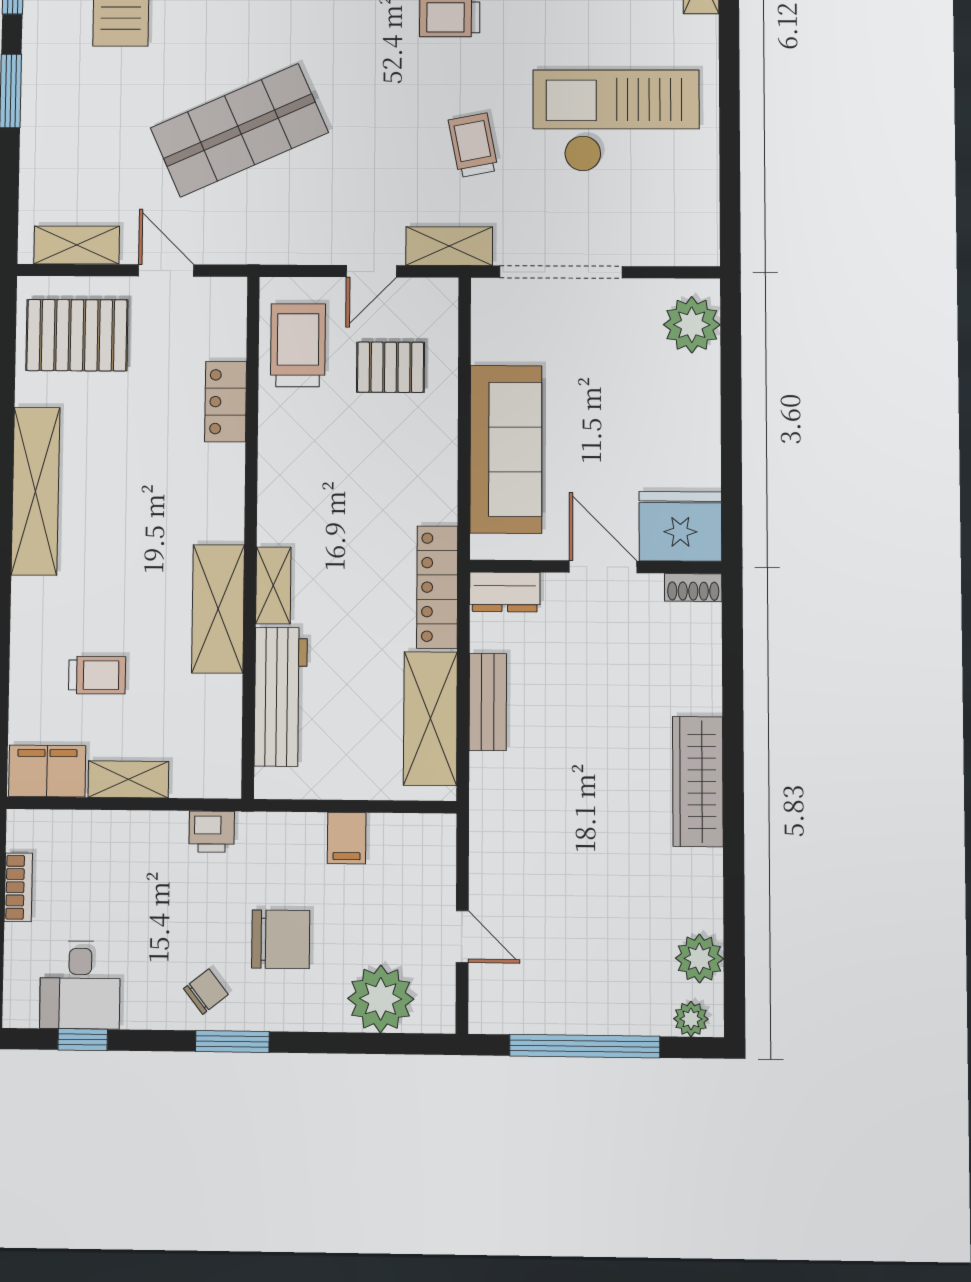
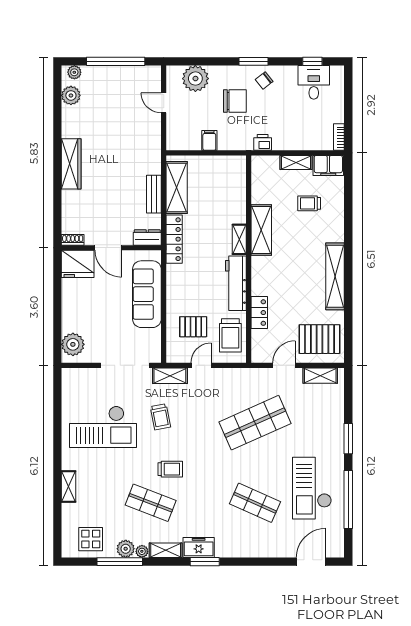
door: (166, 270) -> (284, 365), swing flipped
workbench: (281, 697) -> (236, 283), moved
bookcase: (18, 887) -> (339, 137), moved
chair: (281, 939) -> (235, 101), turned 180

